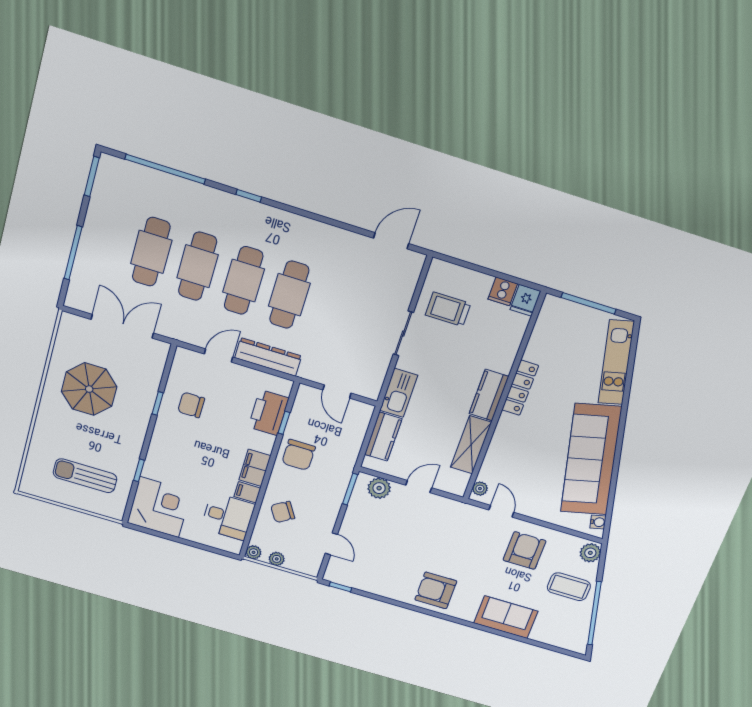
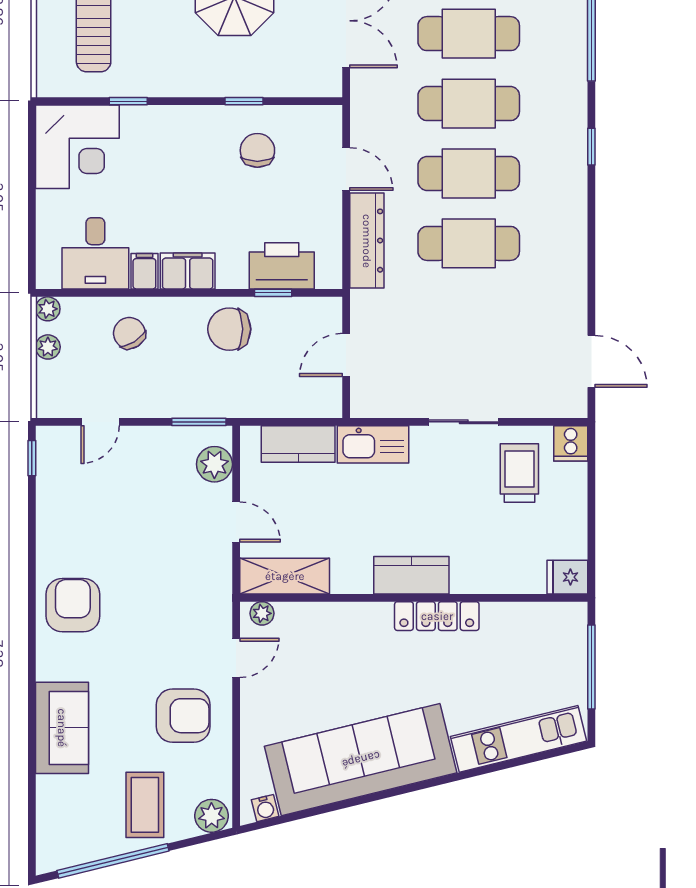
cooker: (503, 291) -> (571, 443), moved, turned -90
shelving: (471, 445) -> (285, 576), moved

